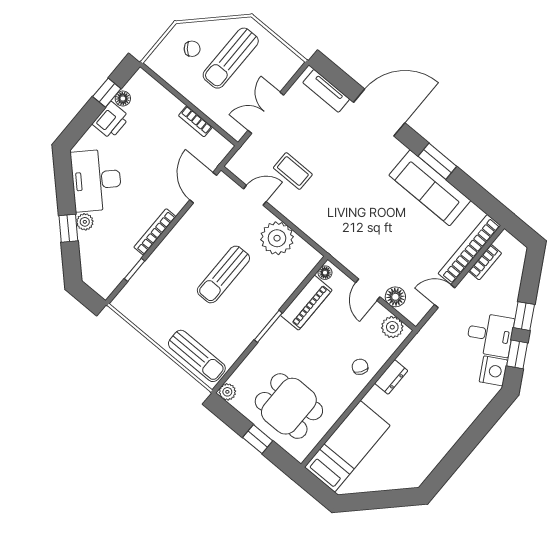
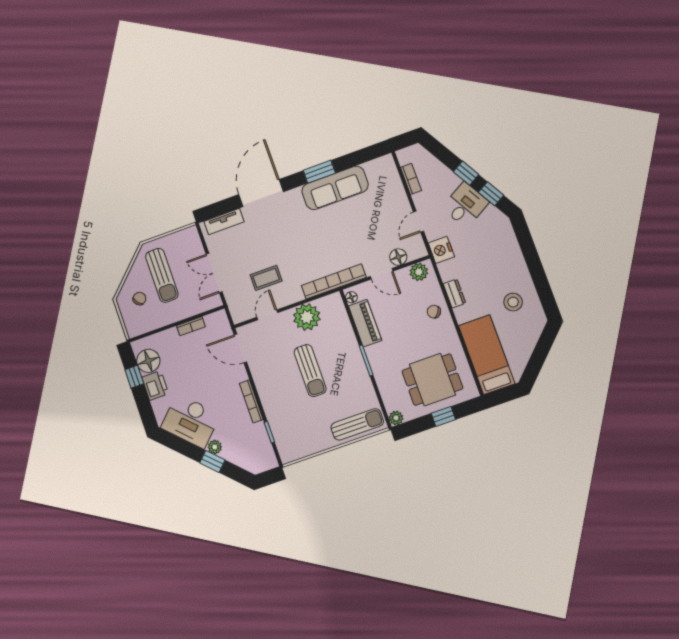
floor lamp: (123, 99) -> (148, 361), width x1.89, depth x1.89
bookcase: (469, 249) -> (334, 281), moved, turned 90
nightstand: (493, 371) -> (441, 250), moved, turned -150
stool: (417, 442) -> (513, 302), added

